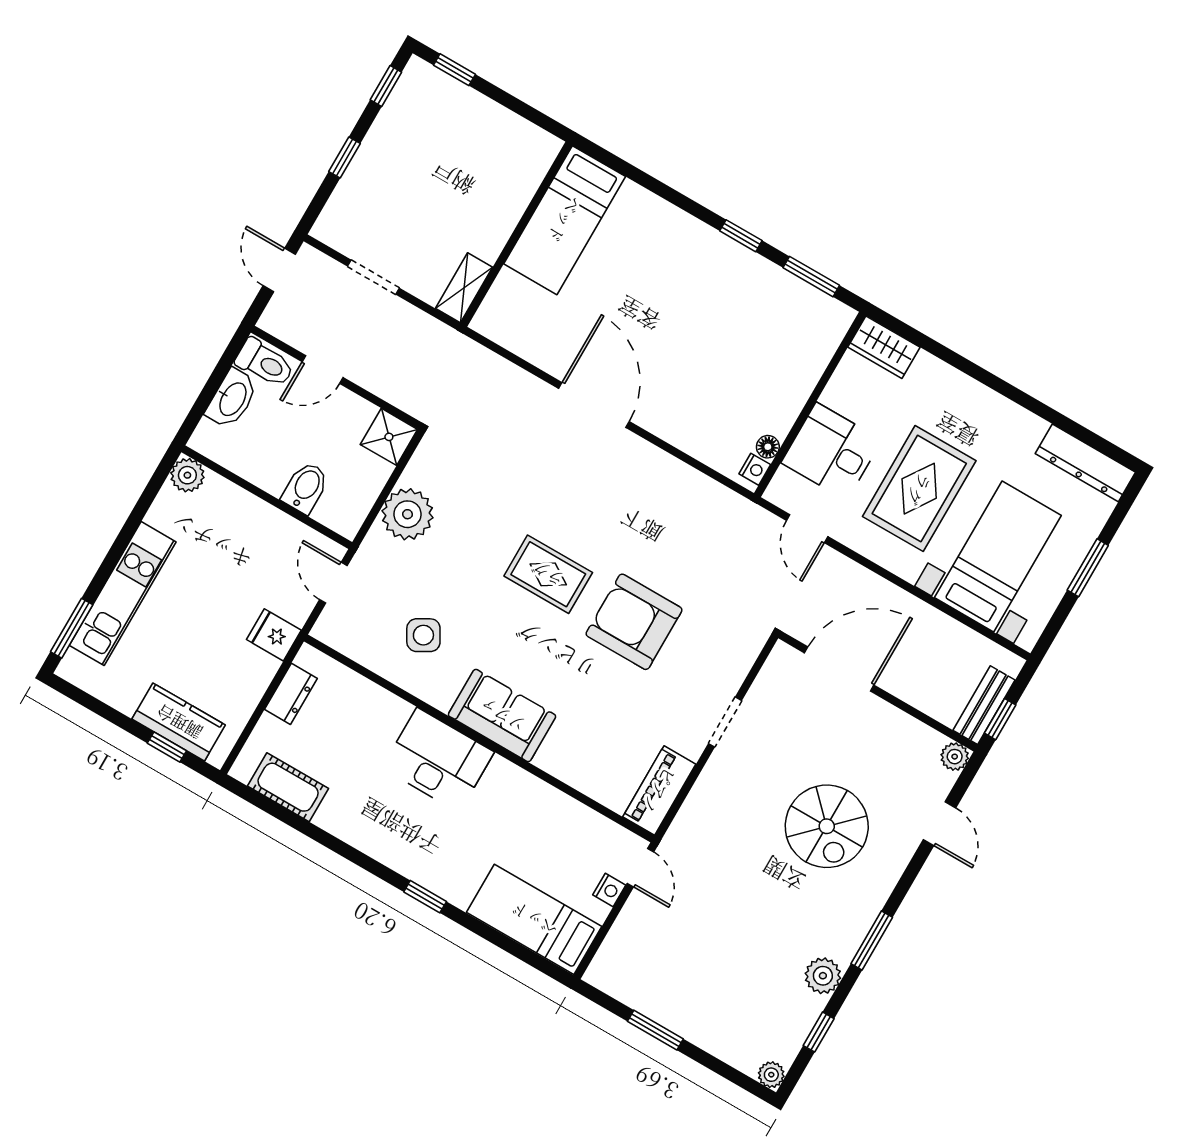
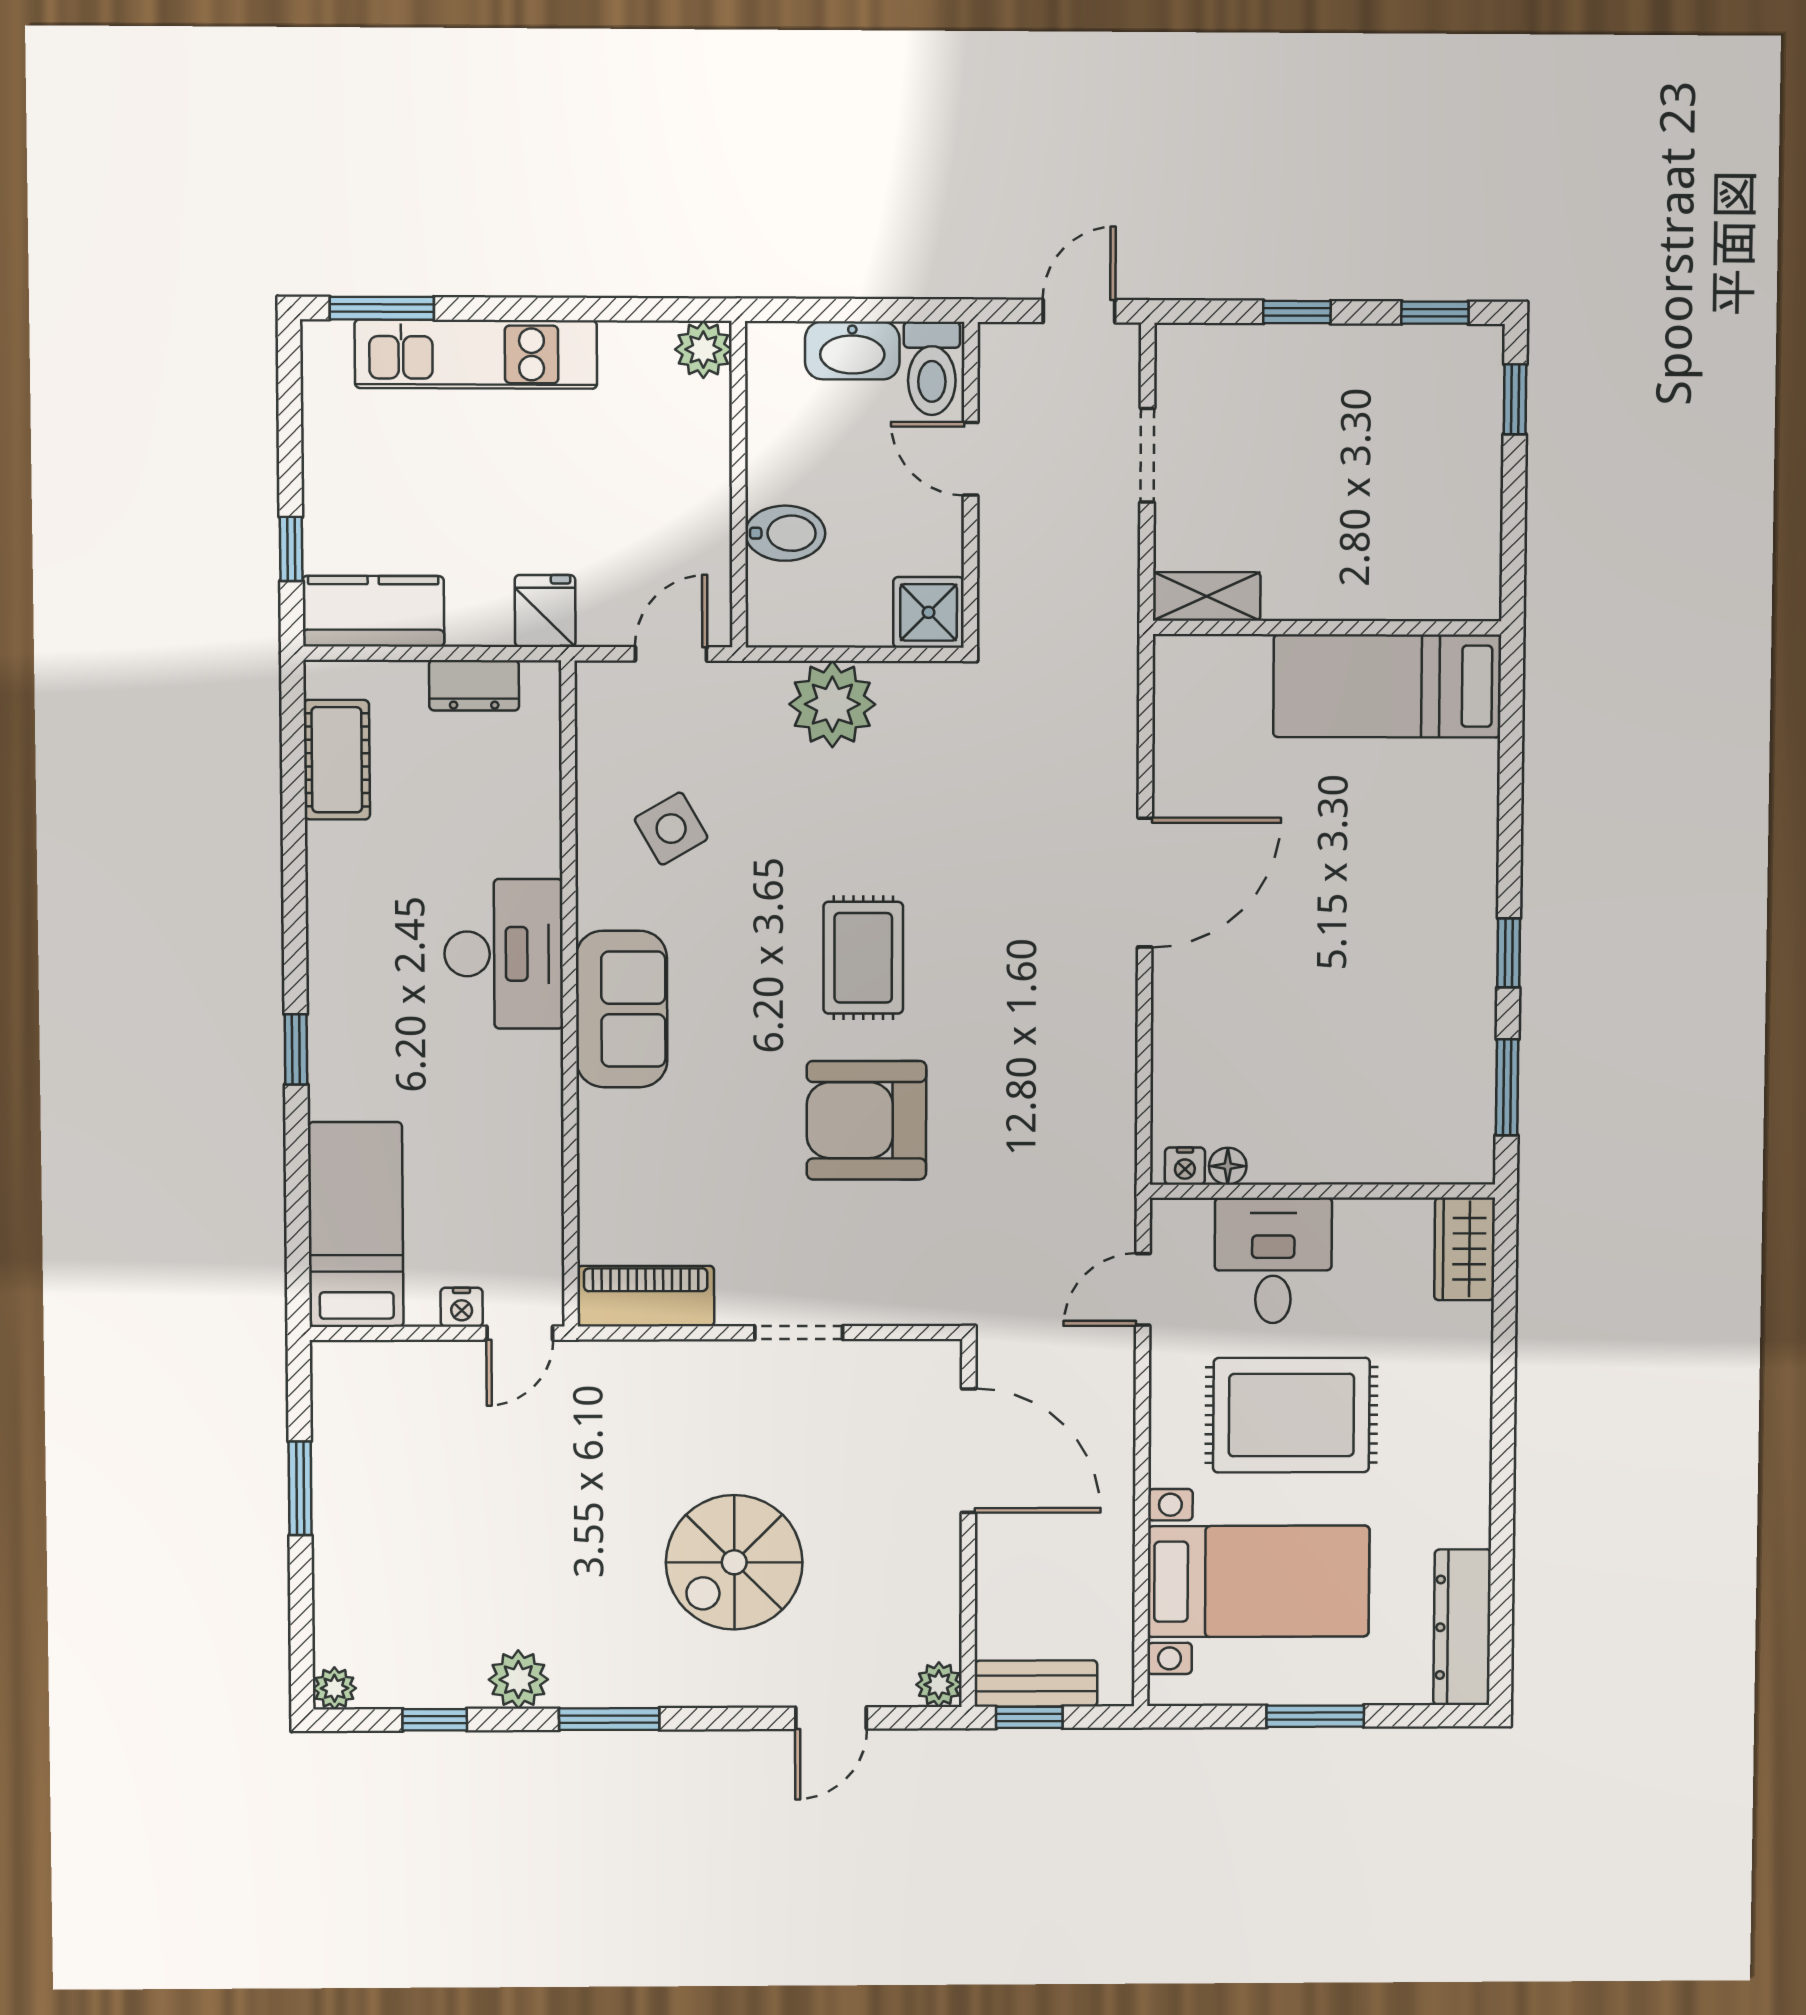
armchair: (634, 622) -> (866, 1120), turned -90
kitchen counter: (179, 722) -> (373, 611), moved, turned -90

